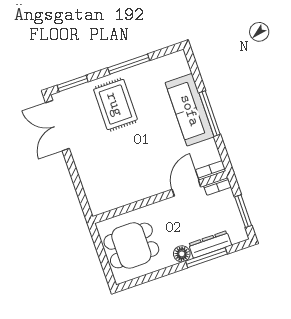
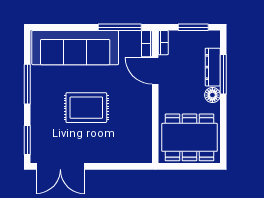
rug: (115, 104) -> (86, 108), moved
sofa: (190, 110) -> (75, 48), width x1.36, depth x1.27
window: (210, 114) -> (120, 27), moved
dining table: (131, 245) -> (189, 137), width x1.38

